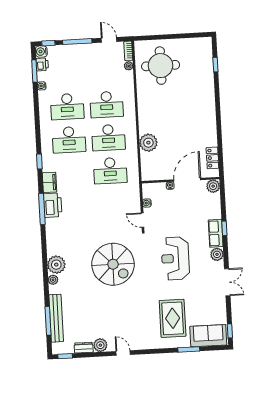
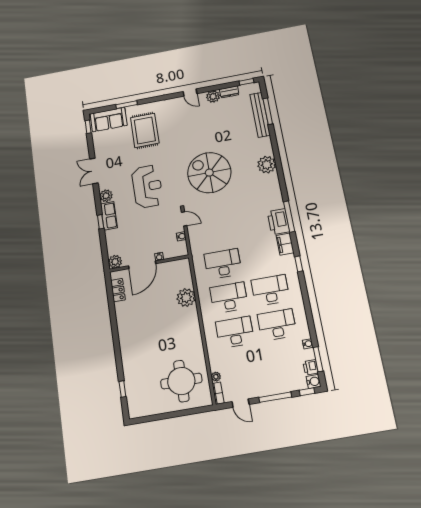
plant: (53, 280) -> (268, 150), removed

